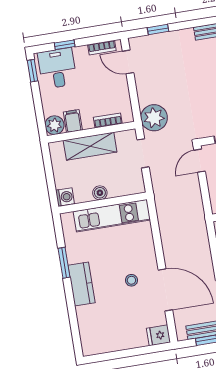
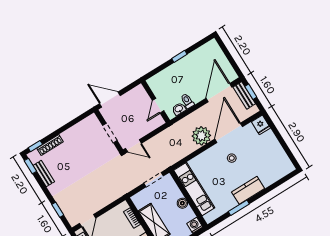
plant: (154, 118) -> (201, 136), moved
doorway: (143, 153) -> (154, 180), moved

